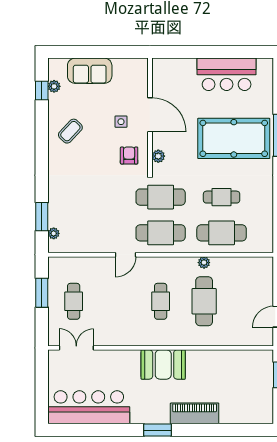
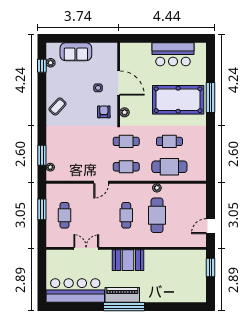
coffee table: (70, 131) -> (58, 107), moved
cafe table: (161, 197) -> (126, 141), width x0.73, depth x0.74
cafe table: (161, 233) -> (126, 167), width x0.73, depth x0.74
double door: (76, 348) -> (86, 248), moved
piano: (195, 413) -> (122, 295), moved
window: (157, 430) -> (124, 307), width x2.11

